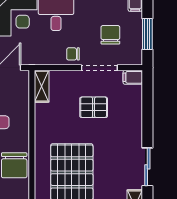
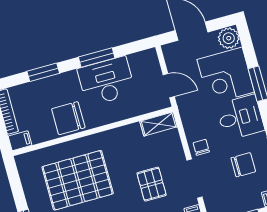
chair: (110, 35) -> (243, 165), moved

